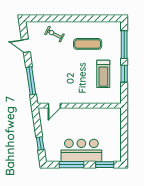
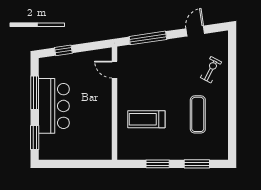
window: (124, 45) -> (197, 164), width x0.69
treadmill: (103, 74) -> (146, 119), moved

